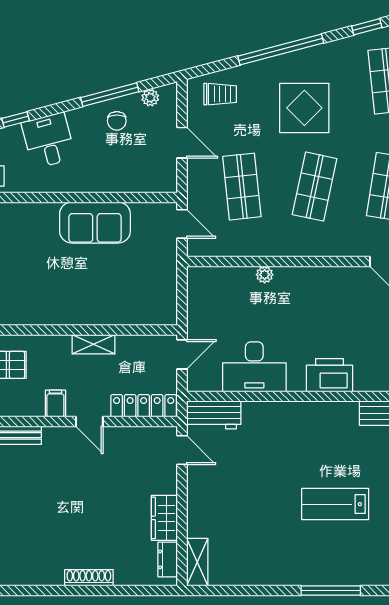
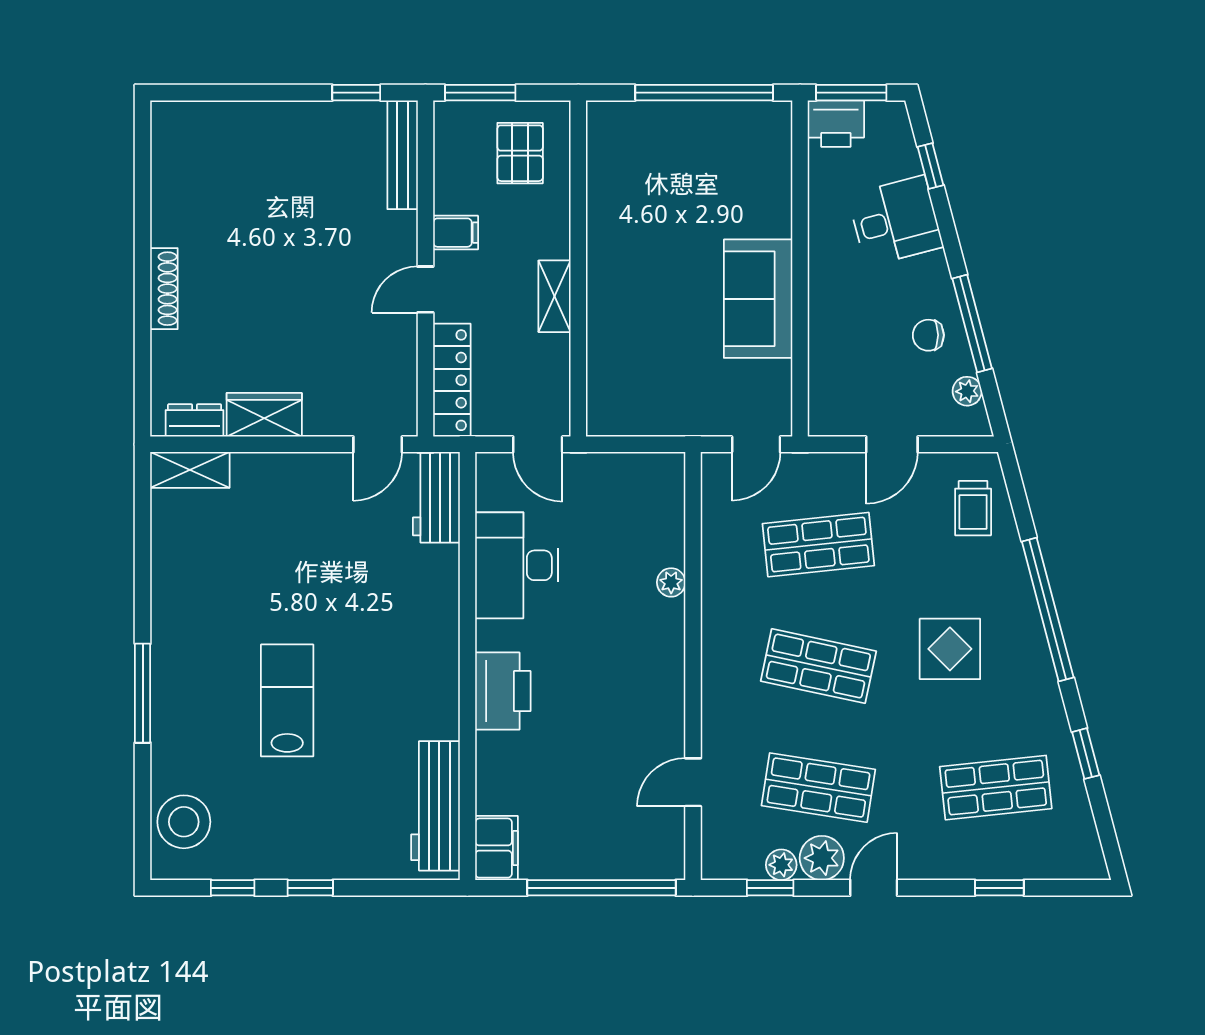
display table: (304, 108) -> (950, 649), width x0.73, depth x0.73

